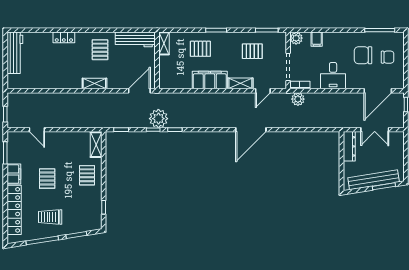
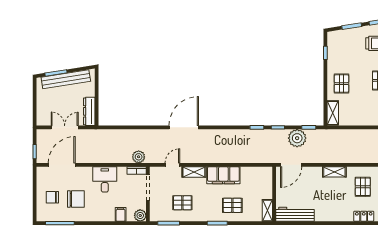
pallet: (100, 50) -> (363, 187), moved
plant: (158, 119) -> (297, 138), moved

